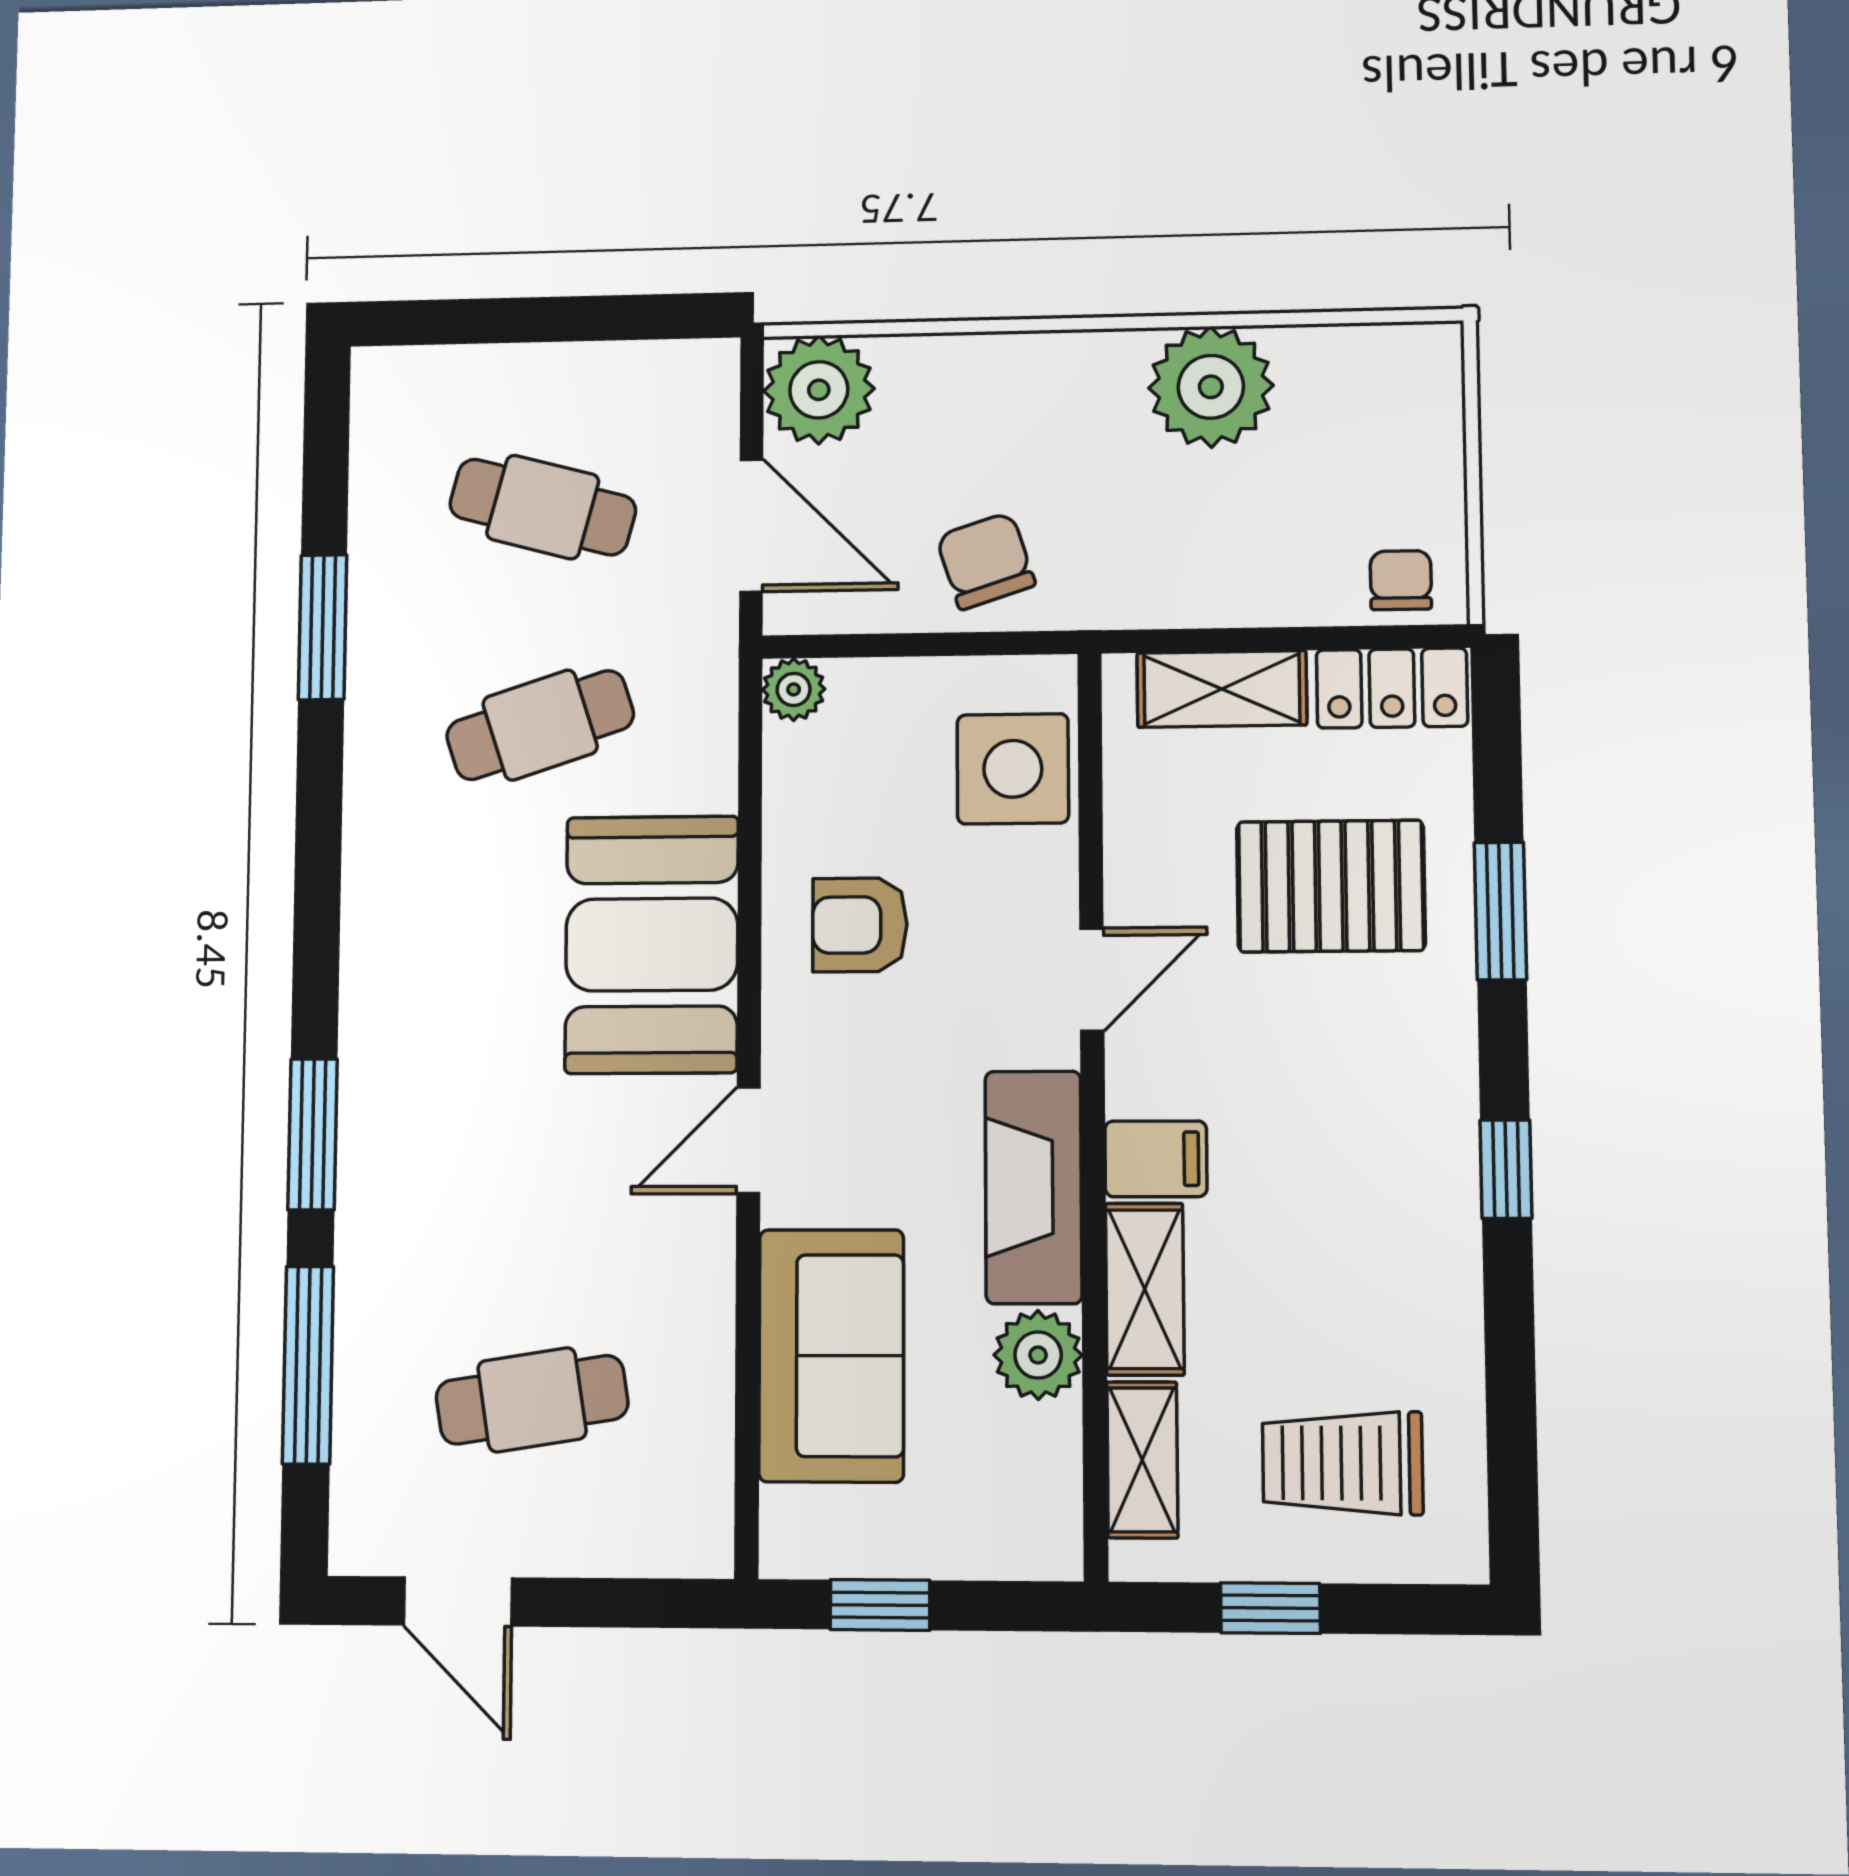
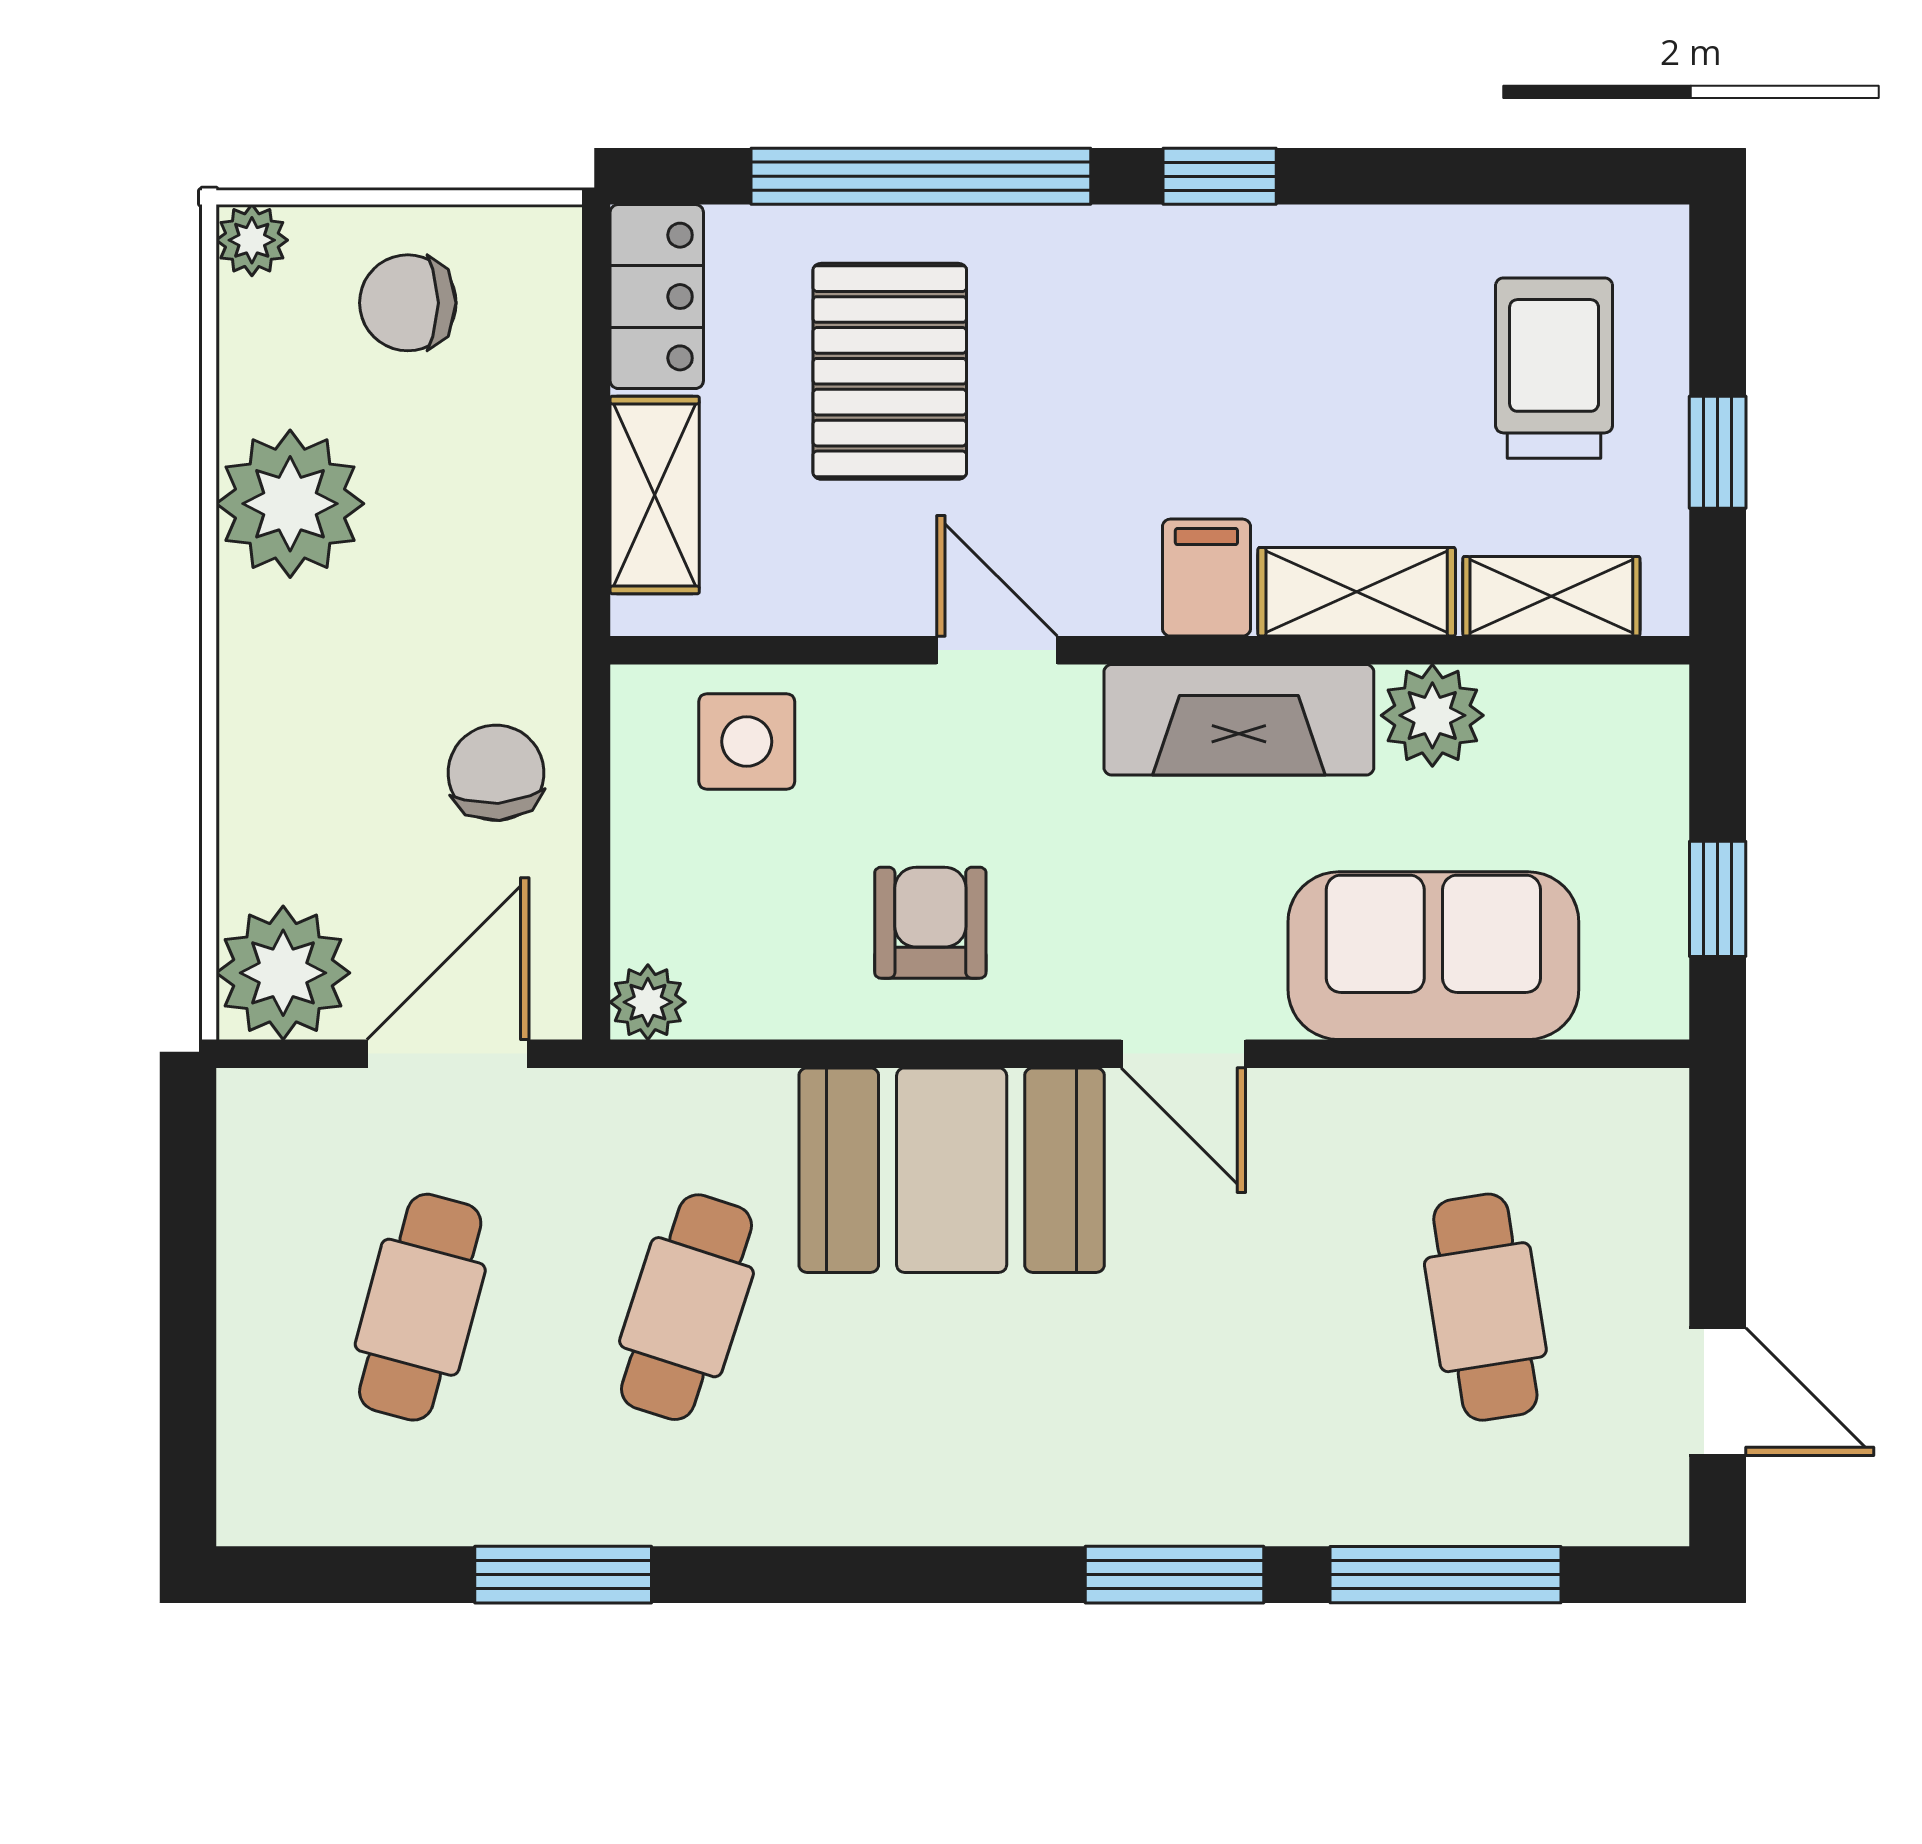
plant: (1434, 350) -> (252, 240), added
chair: (986, 561) -> (496, 773), turned 104
chair: (1401, 580) -> (408, 303), moved, width x1.37, depth x1.37
cafe table: (540, 725) -> (687, 1307), turned 36
side table: (1013, 769) -> (747, 742), width x0.73, depth x0.73
window: (1500, 911) -> (921, 176), width x2.11
armchair: (860, 925) -> (930, 923), turned 180
trolley: (1343, 1463) -> (1554, 368), turned 180
door: (458, 1601) -> (1718, 1392), hinge flipped

